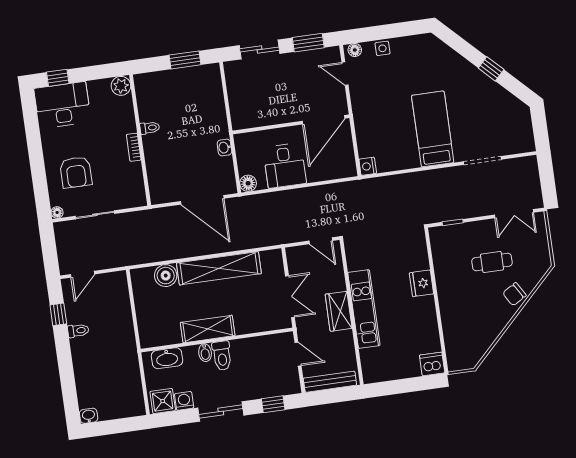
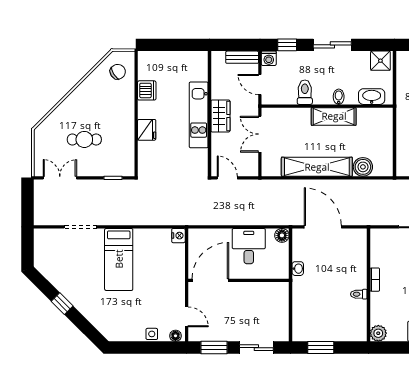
chair: (514, 294) -> (118, 72), moved
toilet: (222, 356) -> (305, 92), moved
dishwasher: (432, 364) -> (147, 90), moved, turned -90
bench: (330, 382) -> (242, 57), width x0.73
washing machine: (184, 401) -> (269, 58), moved

